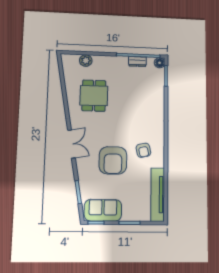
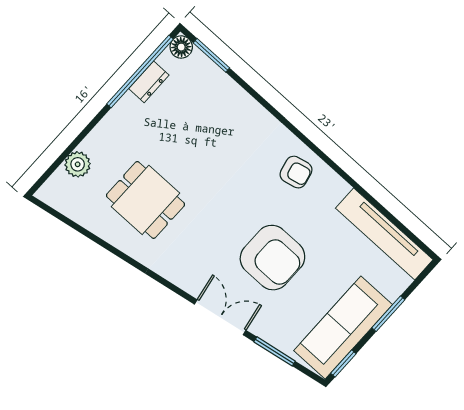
double door: (71, 144) -> (220, 317), moved
armchair: (143, 150) -> (296, 172), moved
sofa: (103, 210) -> (343, 328), width x1.36

